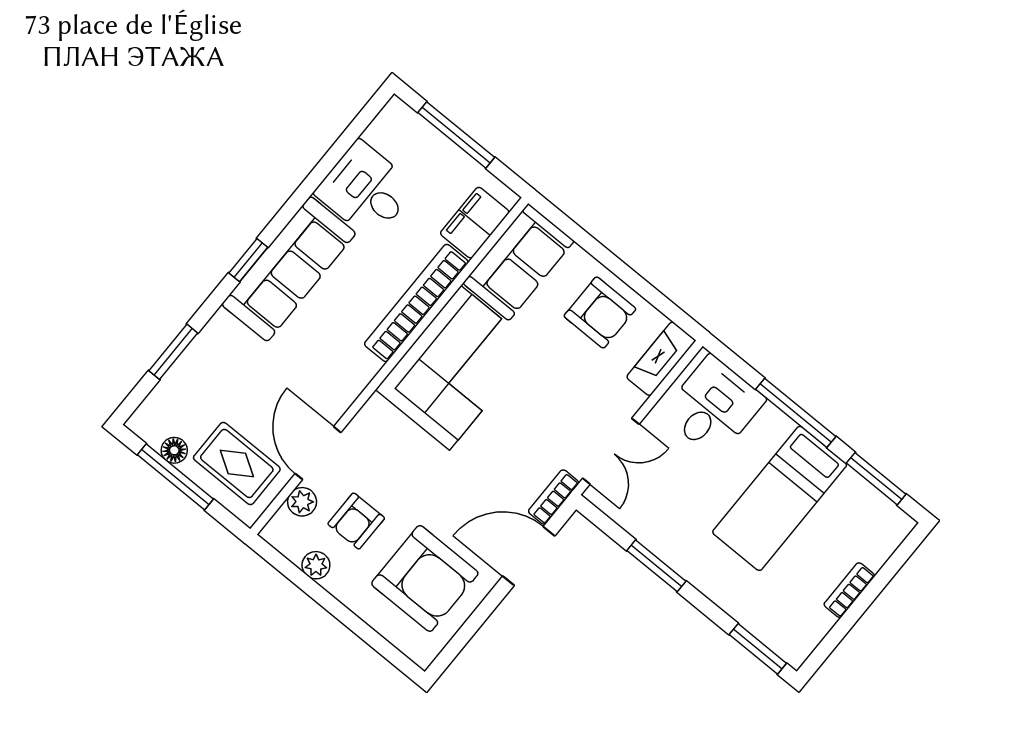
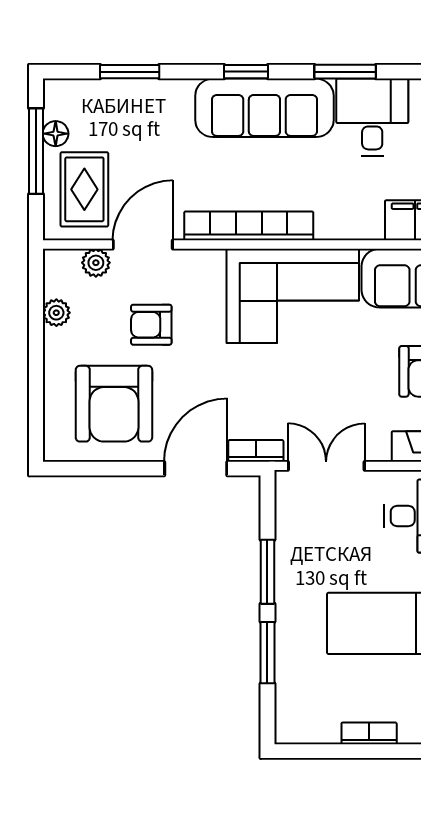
window: (312, 182) -> (345, 72), added
bookcase: (416, 303) -> (249, 226), moved
double door: (611, 451) -> (326, 466), swing flipped
armchair: (356, 521) -> (151, 325), moved
door: (529, 556) -> (196, 469), hinge flipped
window: (758, 649) -> (267, 653), moved

